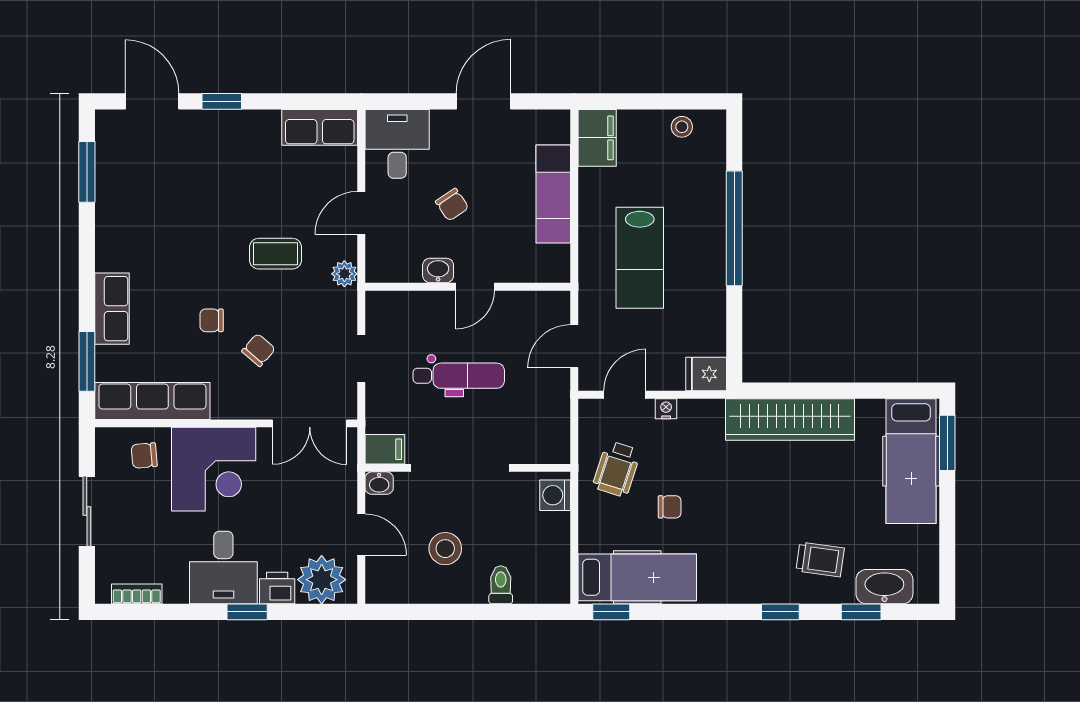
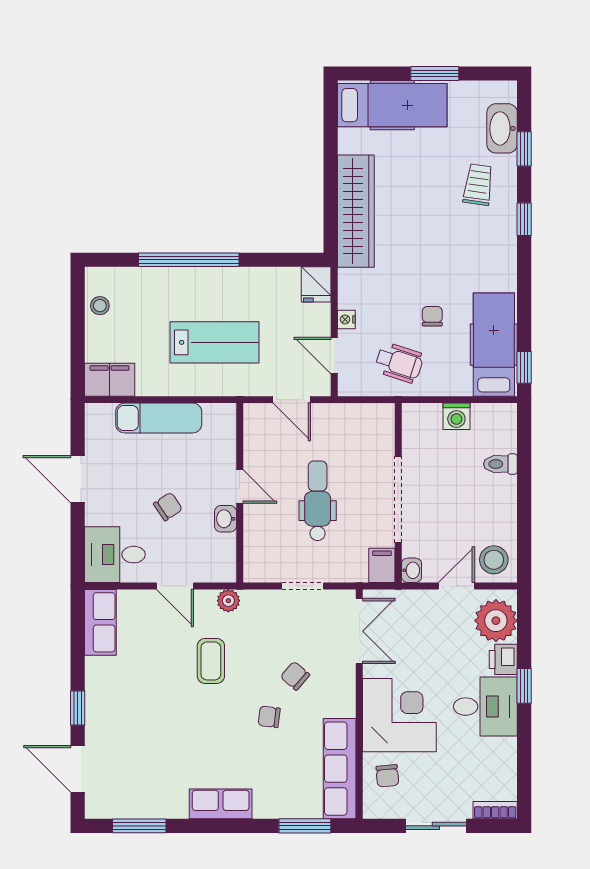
door: (152, 101) -> (78, 769), hinge flipped
row of seats: (112, 309) -> (221, 804), moved
chair: (212, 320) -> (269, 717), turned 97
window: (947, 443) -> (435, 74), moved
washing machine: (555, 495) -> (456, 416), moved
stool: (445, 549) -> (494, 560), moved
bookcase: (137, 594) -> (495, 810), moved, turned 90

